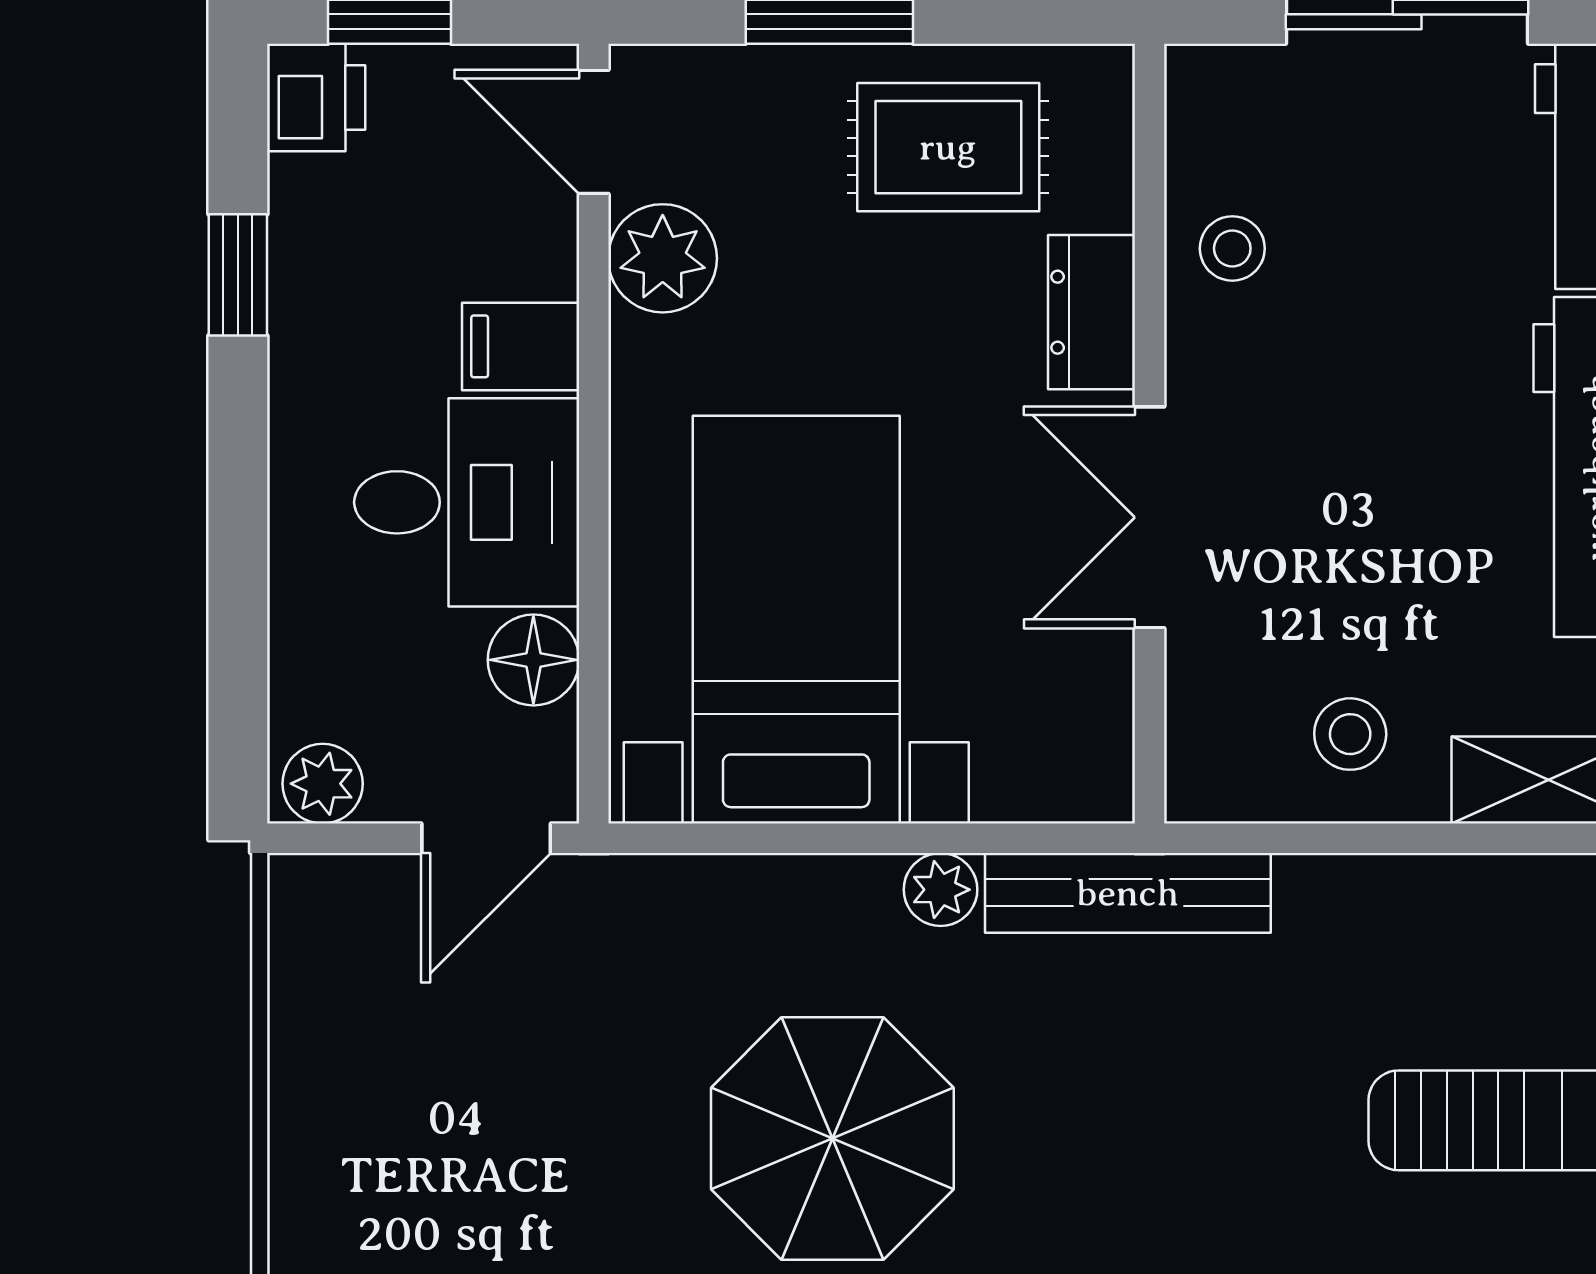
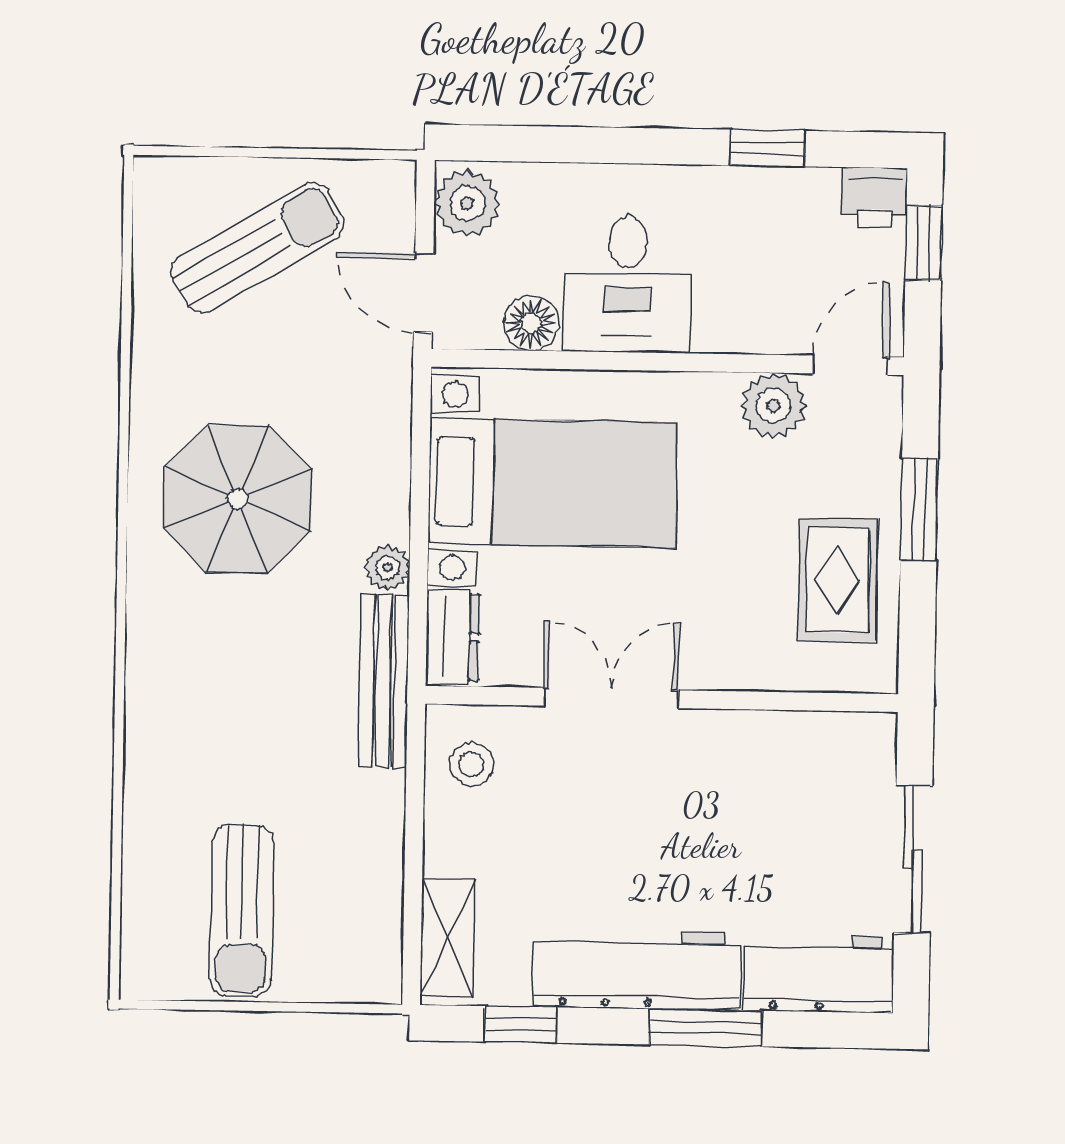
stool: (1232, 248) -> (773, 751), removed
dresser: (1091, 312) -> (453, 637), moved, turned 90
filing cabinet: (521, 346) -> (721, 319), removed
stool: (1350, 734) -> (472, 764), moved
plant: (323, 784) -> (467, 203), width x1.38, depth x1.38
sun lounger: (417, 1114) -> (257, 248), added

